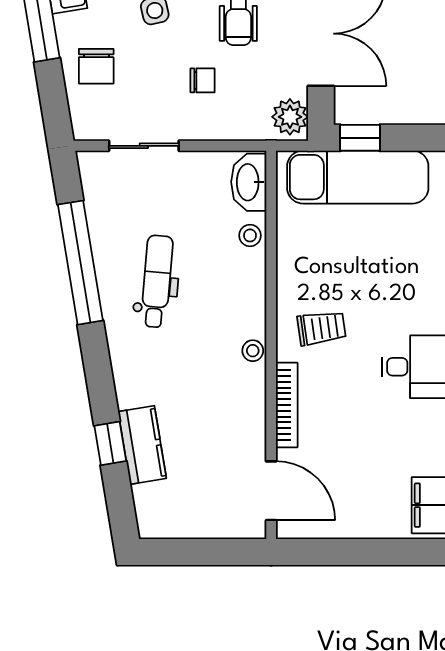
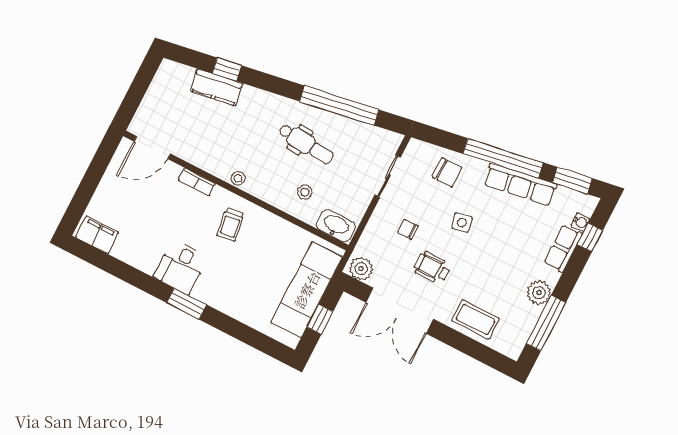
chair: (96, 66) -> (447, 172), turned 180
chair: (203, 80) -> (408, 229), turned 90
window: (360, 138) -> (320, 319), moved
stool: (250, 235) -> (305, 192), moved
bookcase: (287, 405) -> (197, 182), width x0.64

